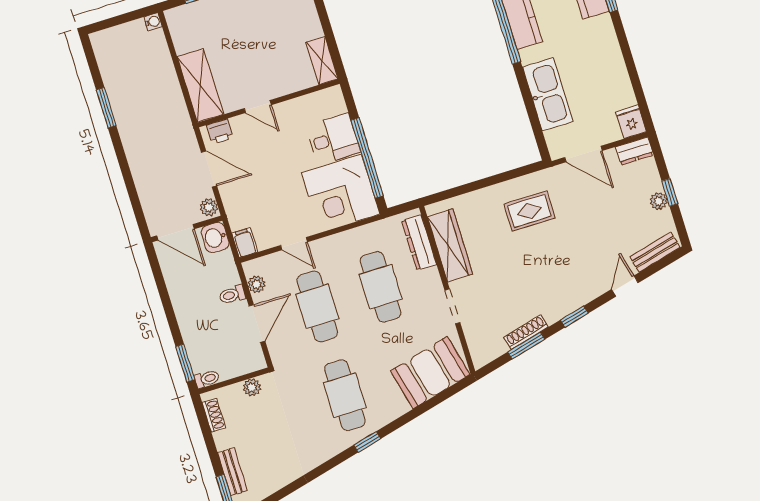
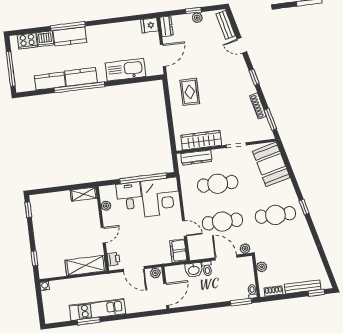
plant: (309, 102) -> (106, 206), added
kitchen unit: (128, 119) -> (97, 310), added
door: (209, 169) -> (134, 269), swing flipped
washbasin: (215, 238) -> (194, 270), moved
filing cabinet: (245, 243) -> (178, 251), width x2.00
door: (294, 244) -> (184, 228), hinge flipped
plant: (257, 284) -> (245, 249), moved
window: (526, 346) -> (270, 119), moved
bench: (232, 472) -> (303, 287), width x1.36

